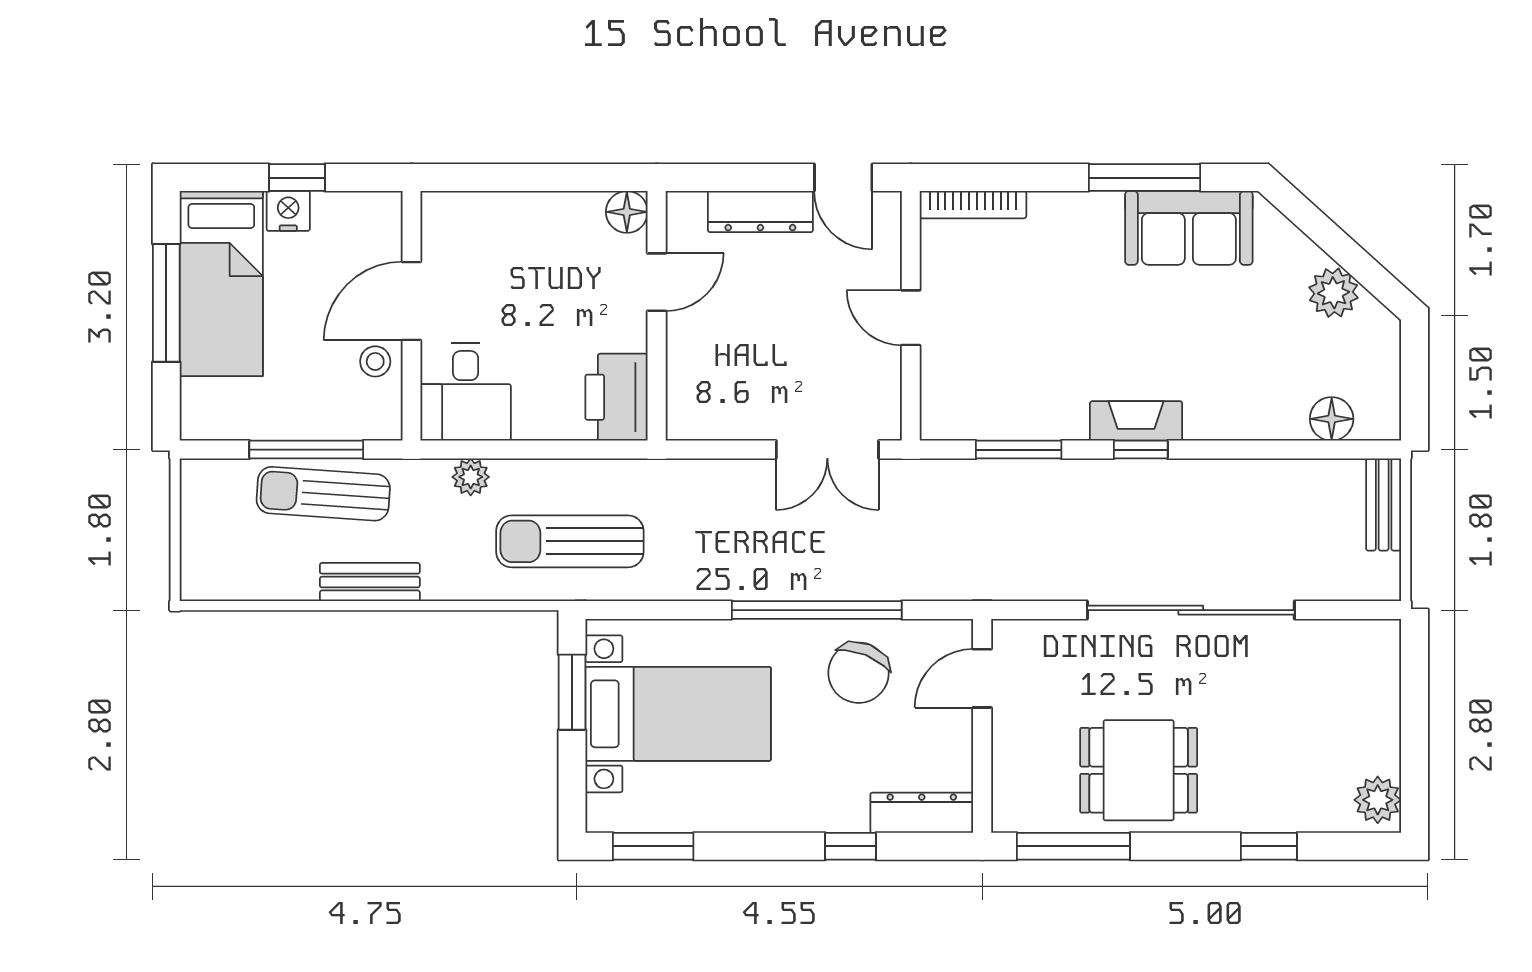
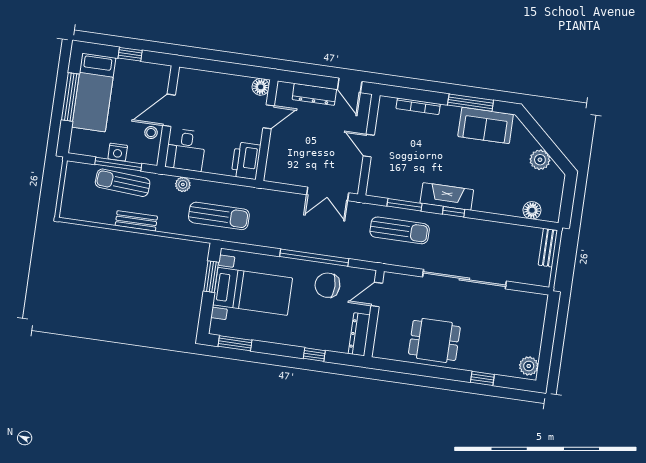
bookcase: (973, 205) -> (418, 106), moved
nightstand: (288, 211) -> (118, 152), moved, turned 180
fireplace: (1136, 421) -> (447, 196), width x1.37, depth x1.32
sun lounger: (1016, 514) -> (400, 230), added
sun lounger: (570, 541) -> (219, 216), turned 180
chair: (859, 673) -> (327, 285), turned 68
dresser: (922, 813) -> (359, 334), moved, turned -90
window: (1073, 846) -> (404, 367), removed

